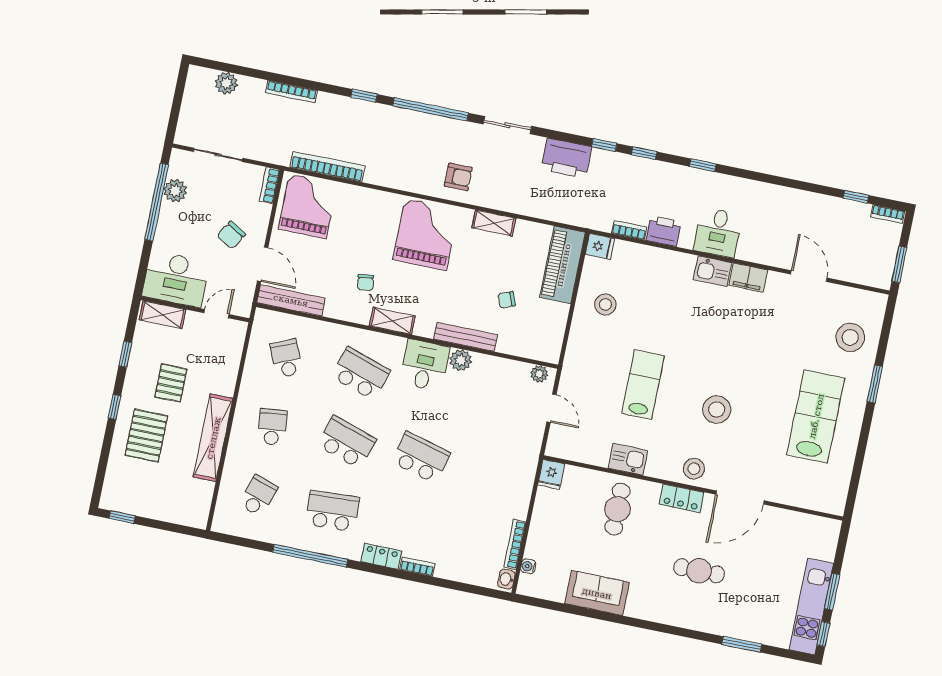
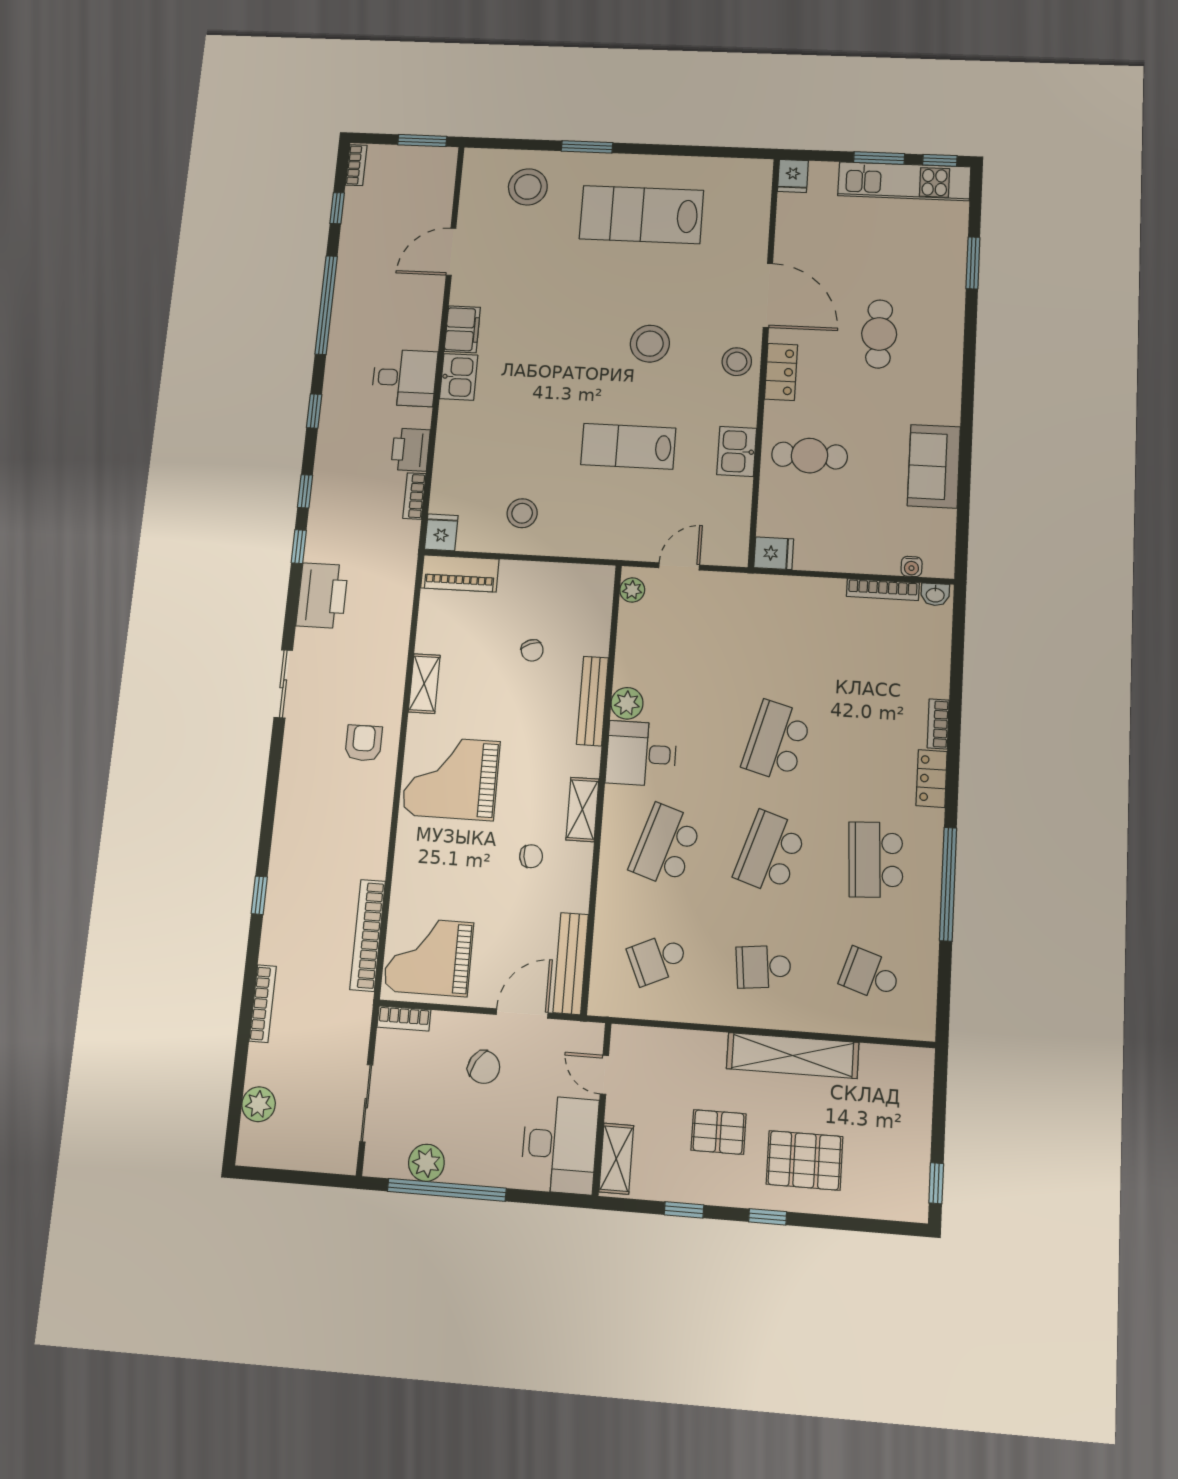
window: (431, 109) -> (326, 305), moved
piano: (563, 265) -> (460, 573), width x0.73, depth x0.75
fridge: (828, 528) -> (793, 176), added

